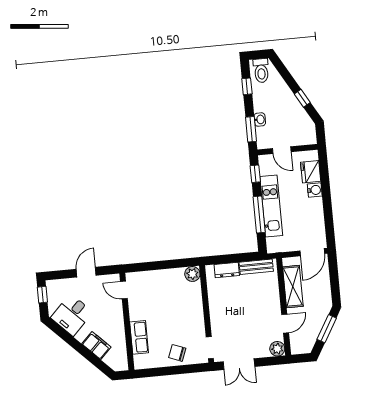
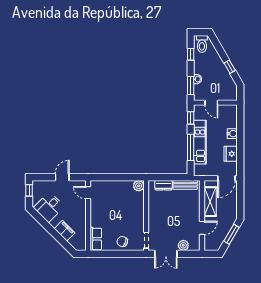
fridge: (311, 172) -> (231, 154), moved
row of seats: (139, 337) -> (96, 239), moved
plant: (277, 349) -> (183, 245), moved

